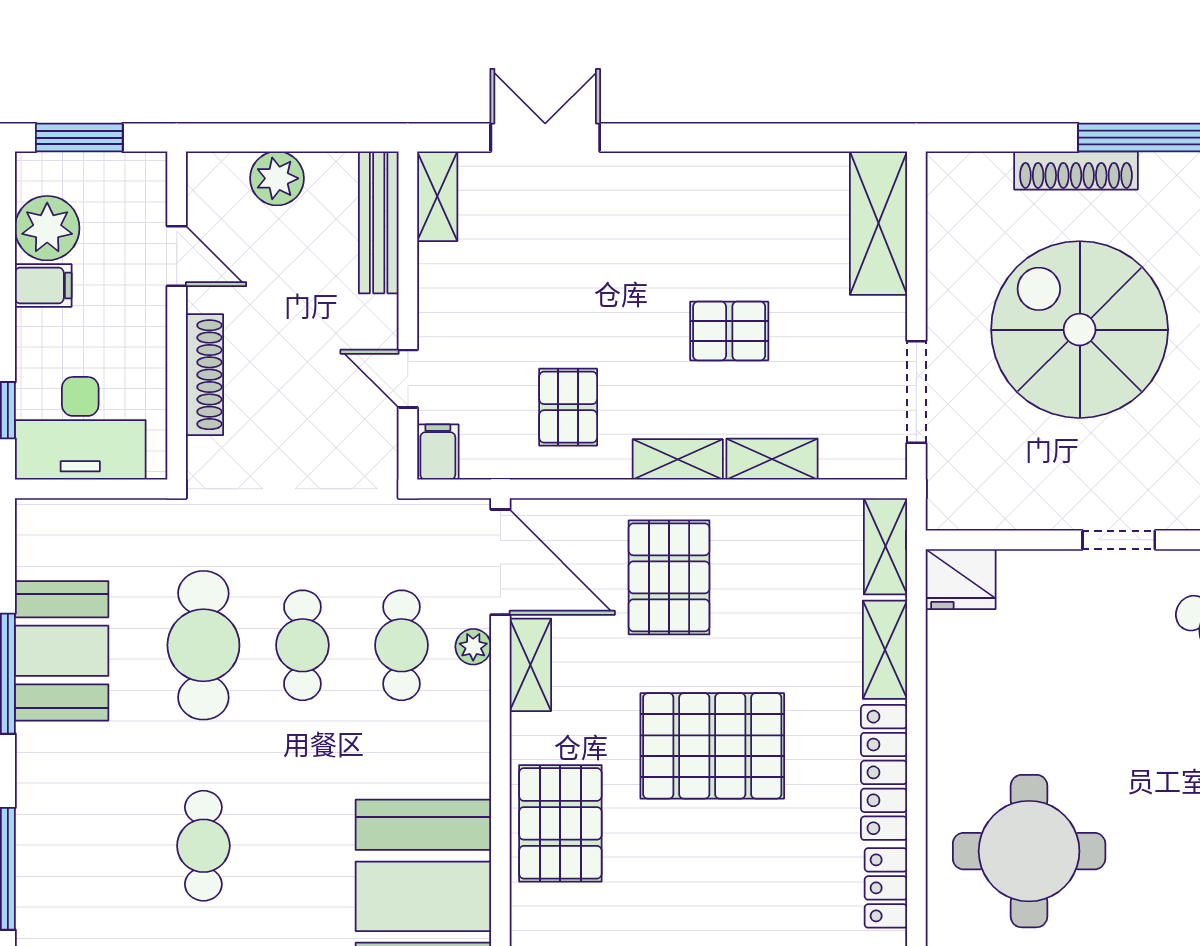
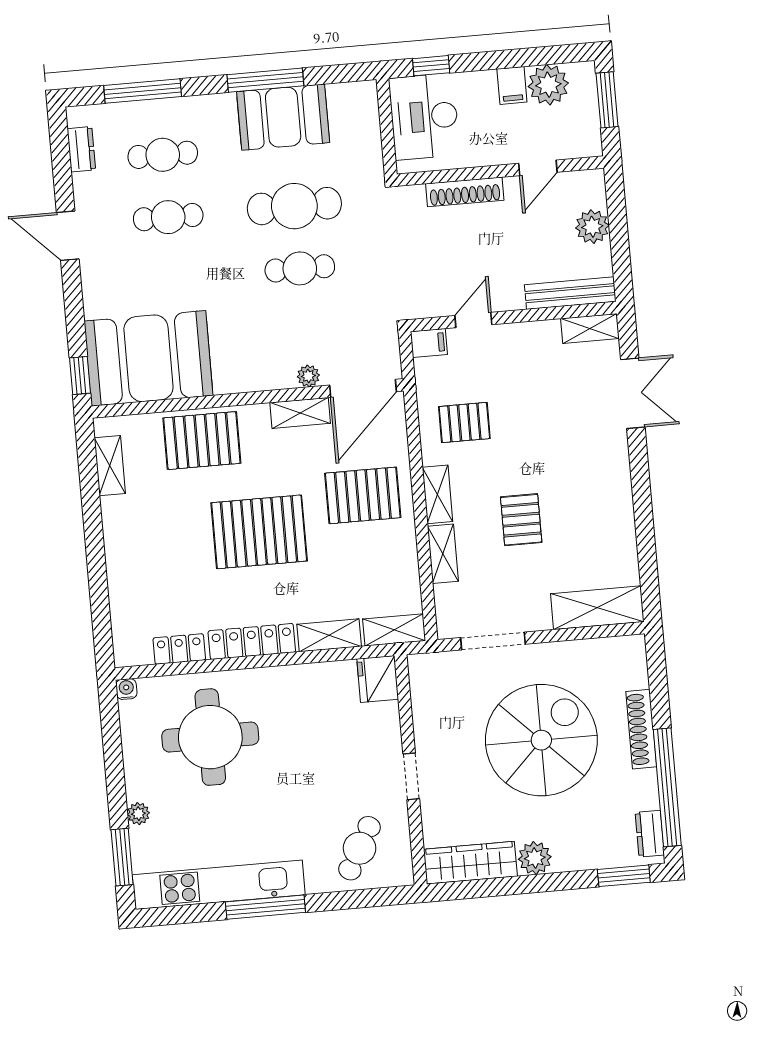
cafe table: (401, 645) -> (163, 155), moved
pallet: (712, 746) -> (259, 532), turned 90

